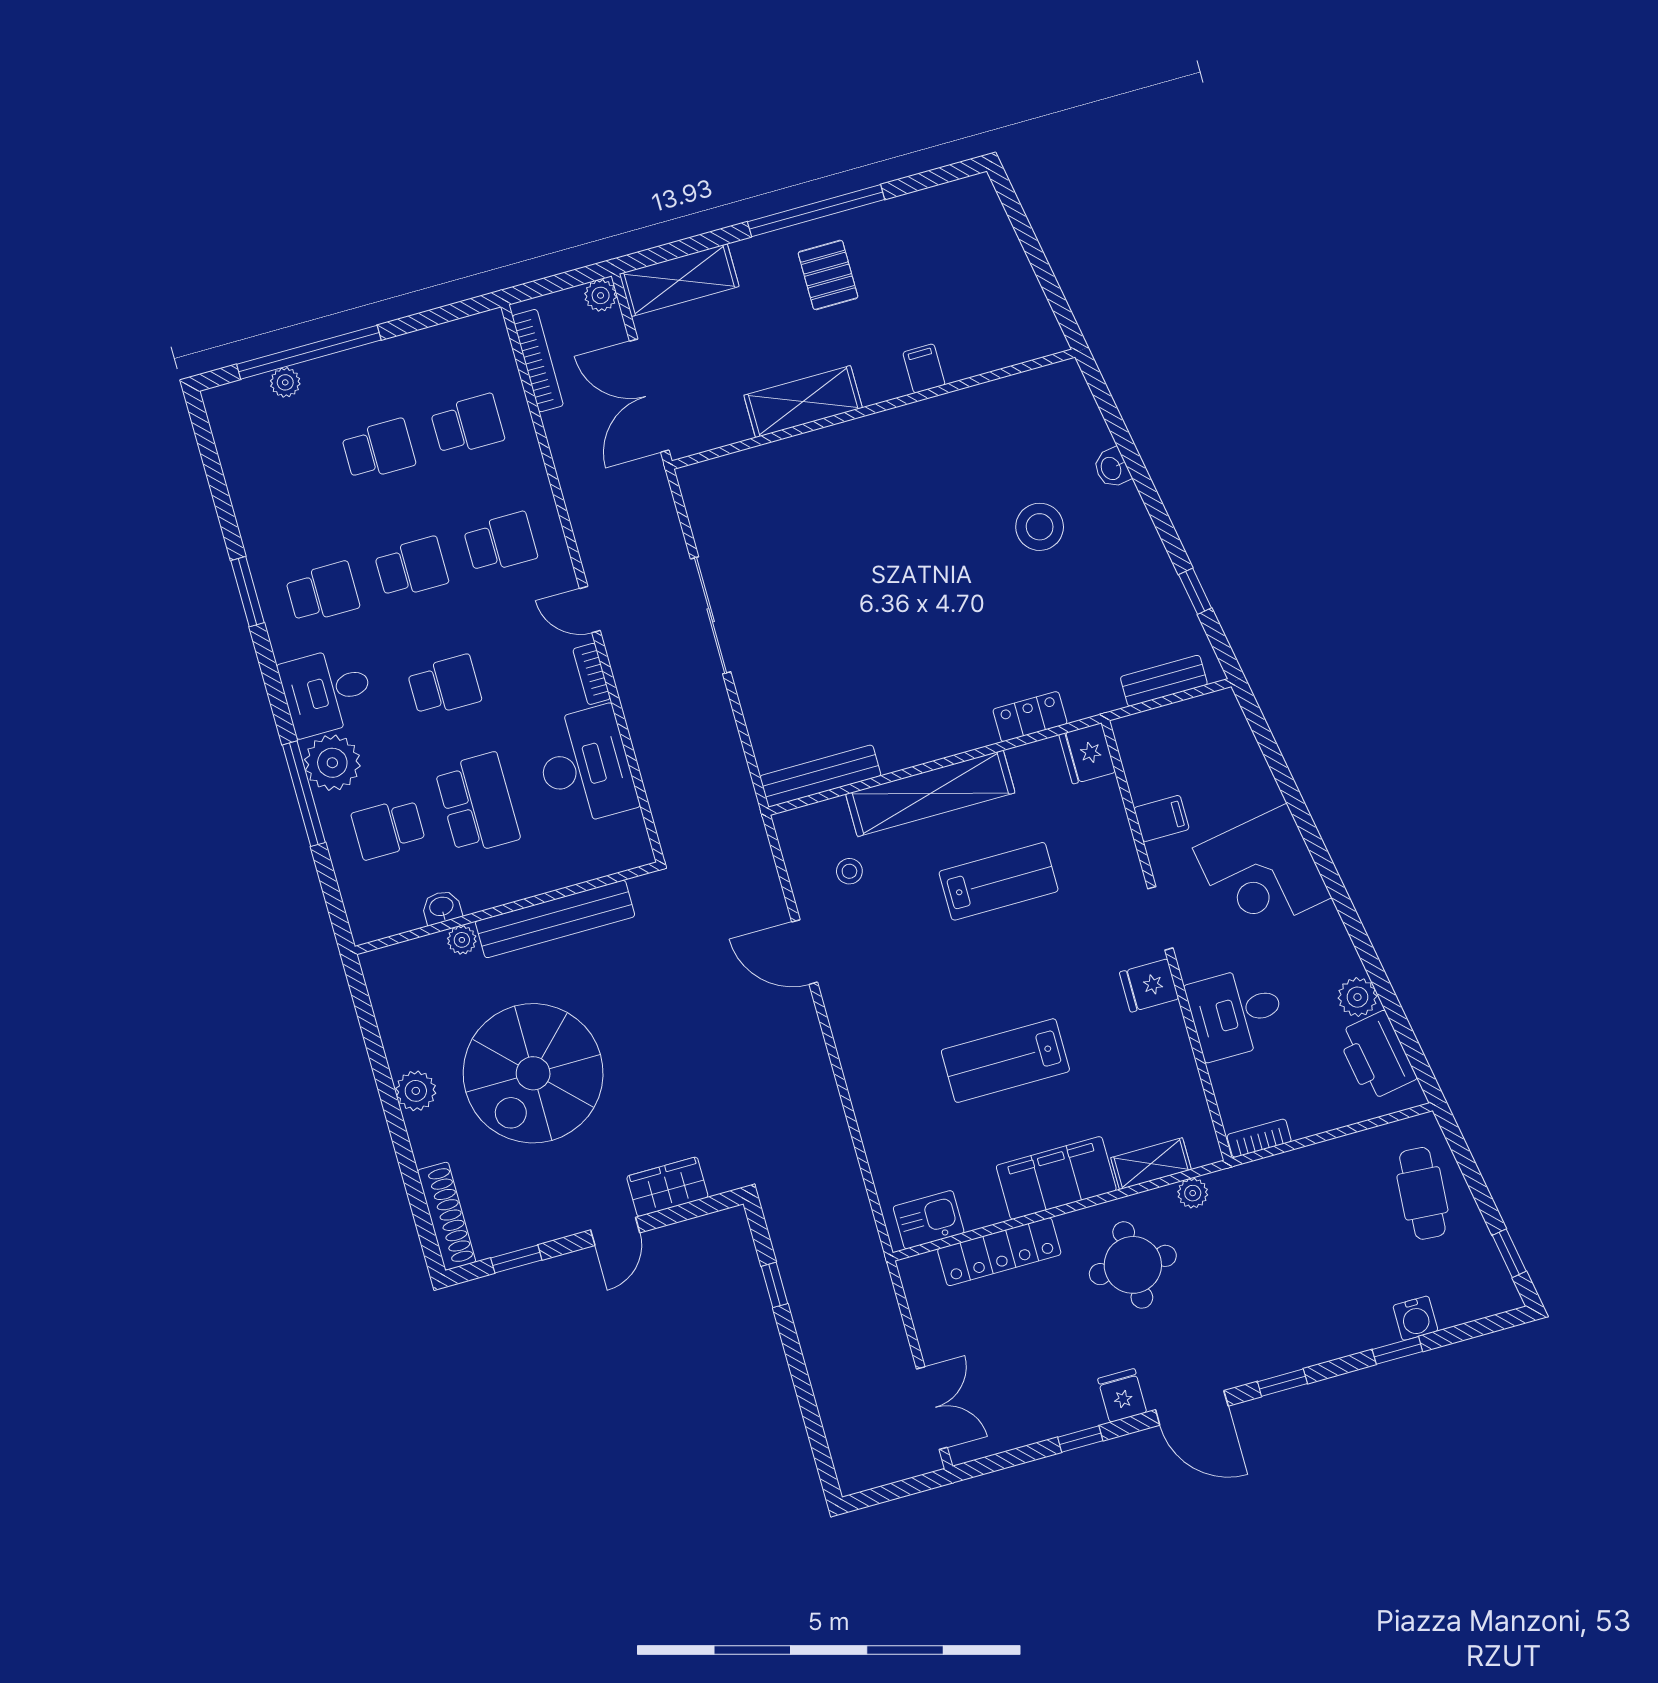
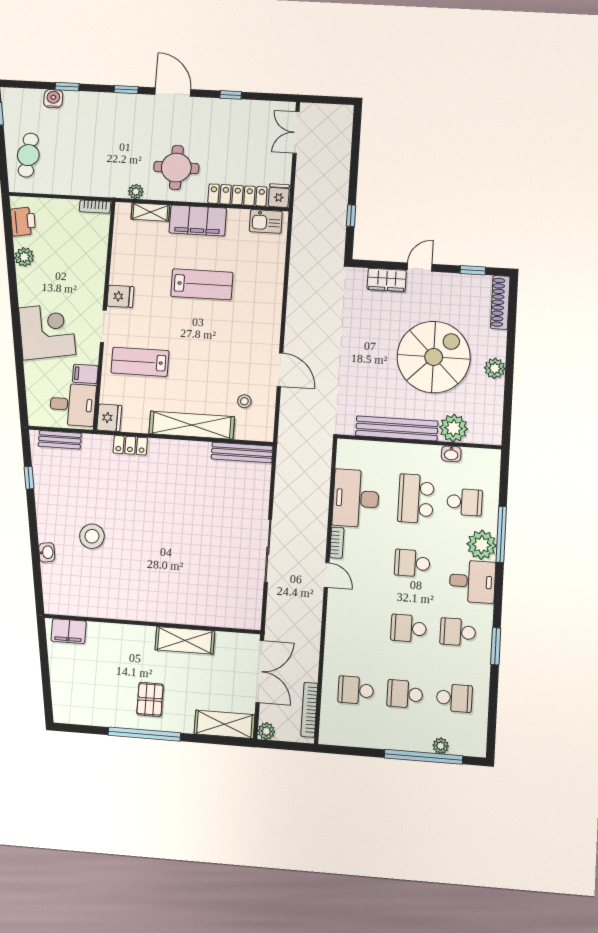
filing cabinet: (924, 368) -> (69, 631), moved, width x2.00
school desk: (500, 543) -> (454, 698), moved, turned 180
lab bench: (999, 881) -> (140, 362), moved
plant: (462, 940) -> (454, 428), width x1.87, depth x1.87
desk: (1236, 1013) -> (73, 405), moved
printer: (1376, 1056) -> (23, 222), width x0.73, depth x0.84
fridge: (1122, 1395) -> (279, 196), moved, turned 180

